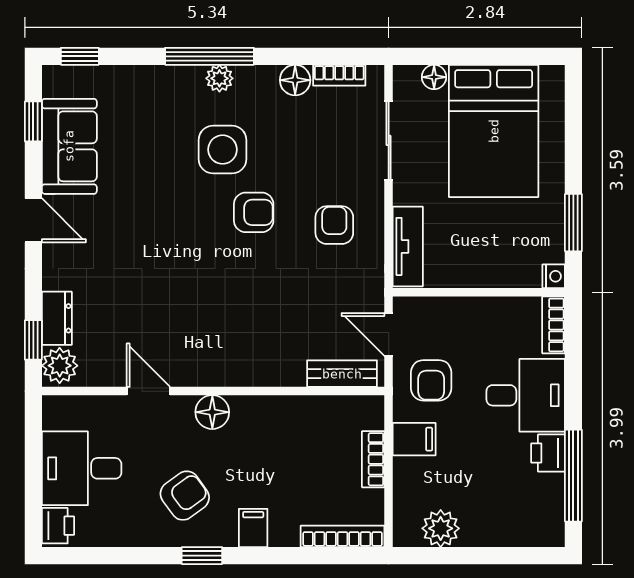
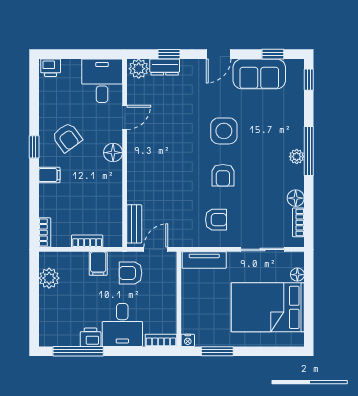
side table: (223, 150) -> (224, 131), moved
window: (33, 340) -> (169, 54), moved
desk: (82, 468) -> (102, 81), moved
bookcase: (343, 536) -> (45, 232), width x0.64

